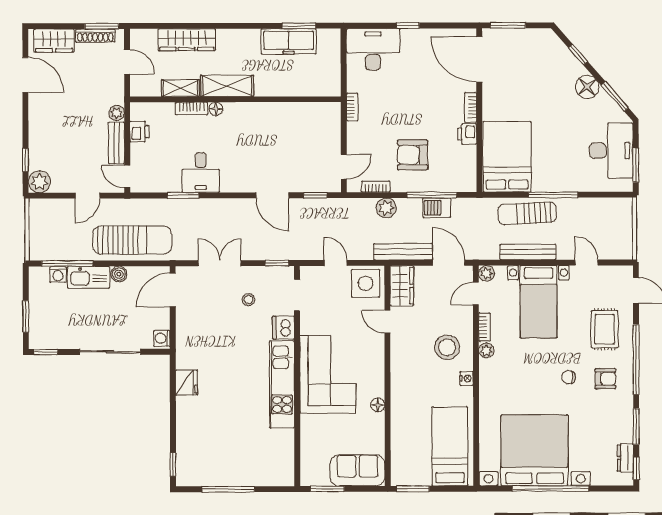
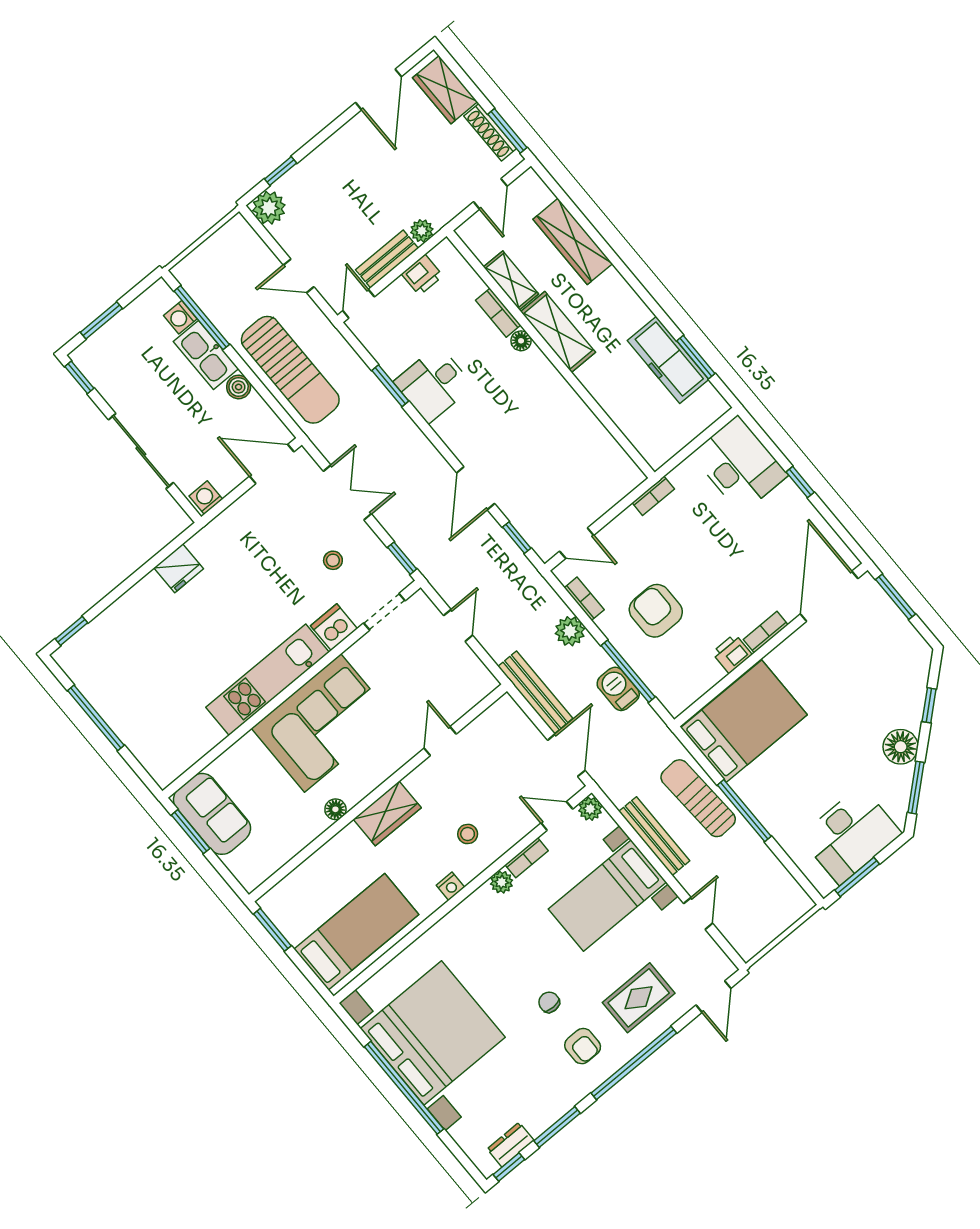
side table: (366, 283) -> (463, 679), removed
wardrobe: (402, 286) -> (387, 813), moved
stool: (447, 347) -> (468, 834), width x0.53, depth x0.53
sofa: (358, 470) -> (212, 814), moved

